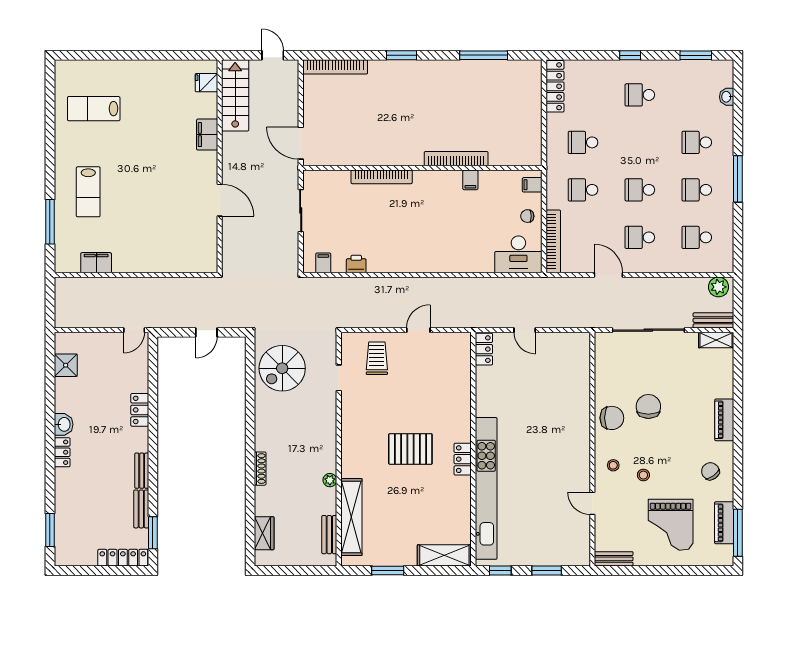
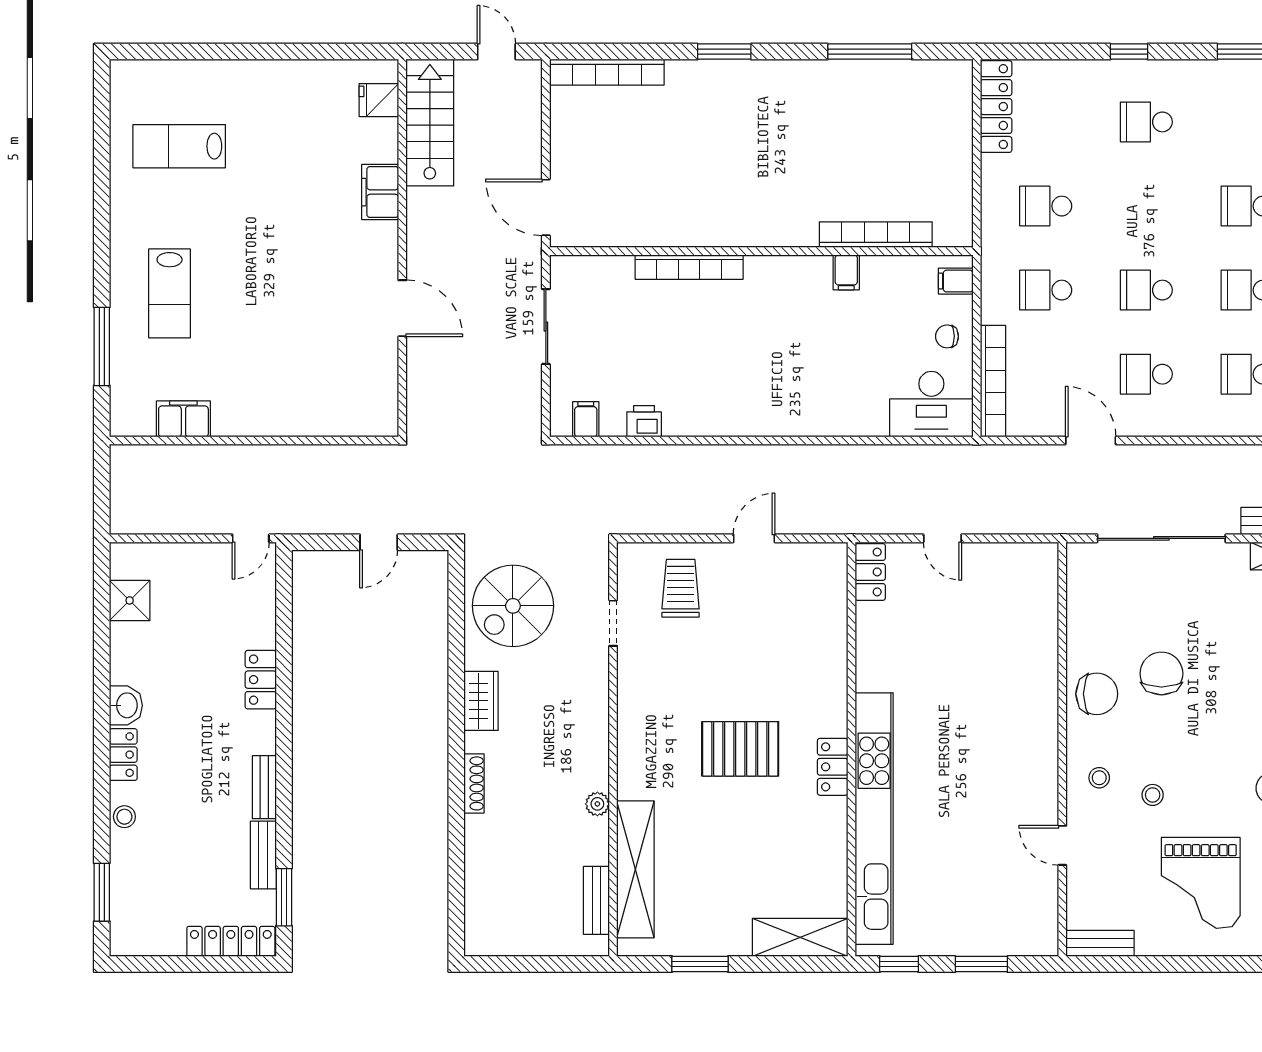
bookcase: (456, 159) -> (876, 235), moved
stool: (63, 487) -> (124, 817), added
wardrobe: (264, 533) -> (481, 701), moved

